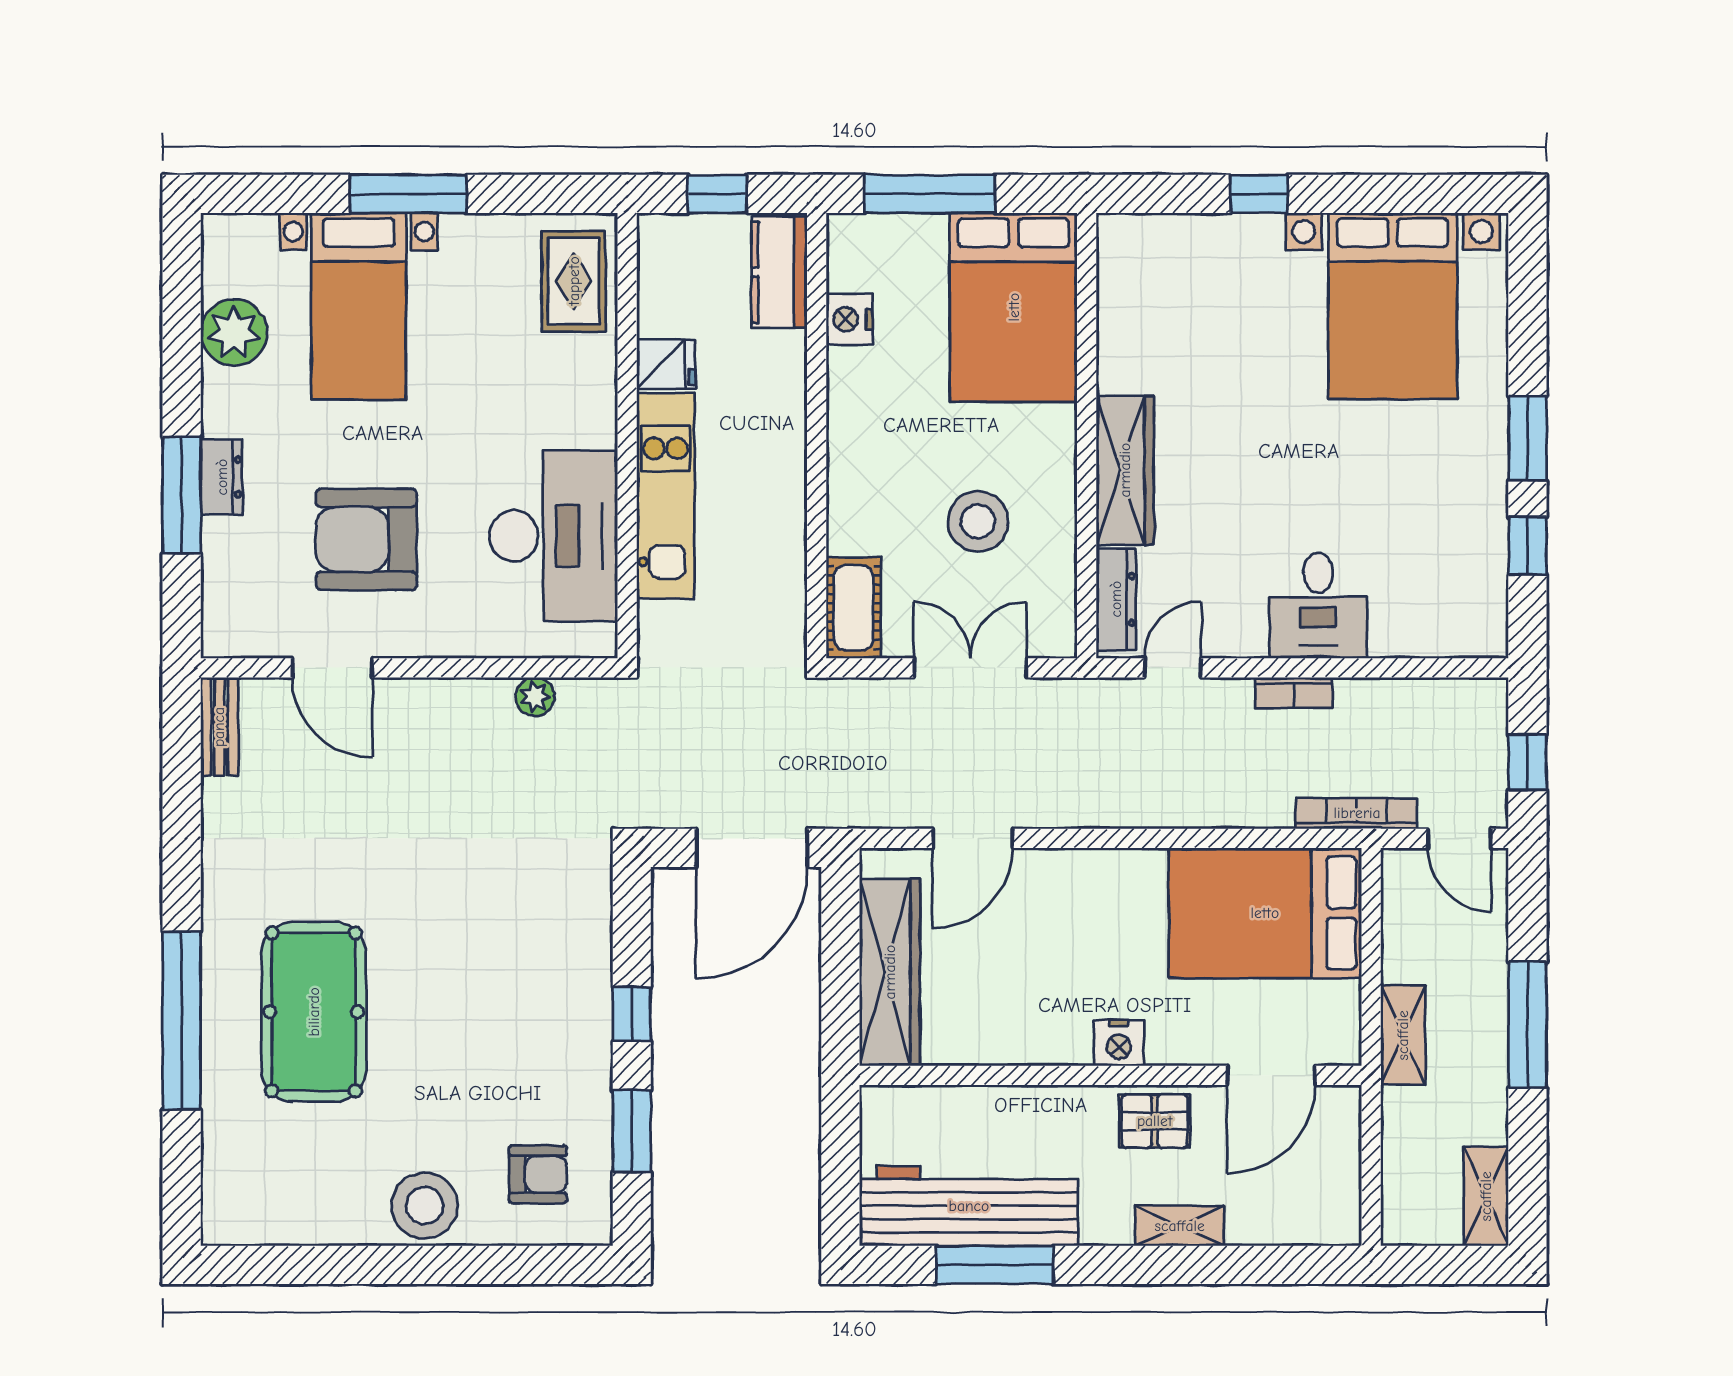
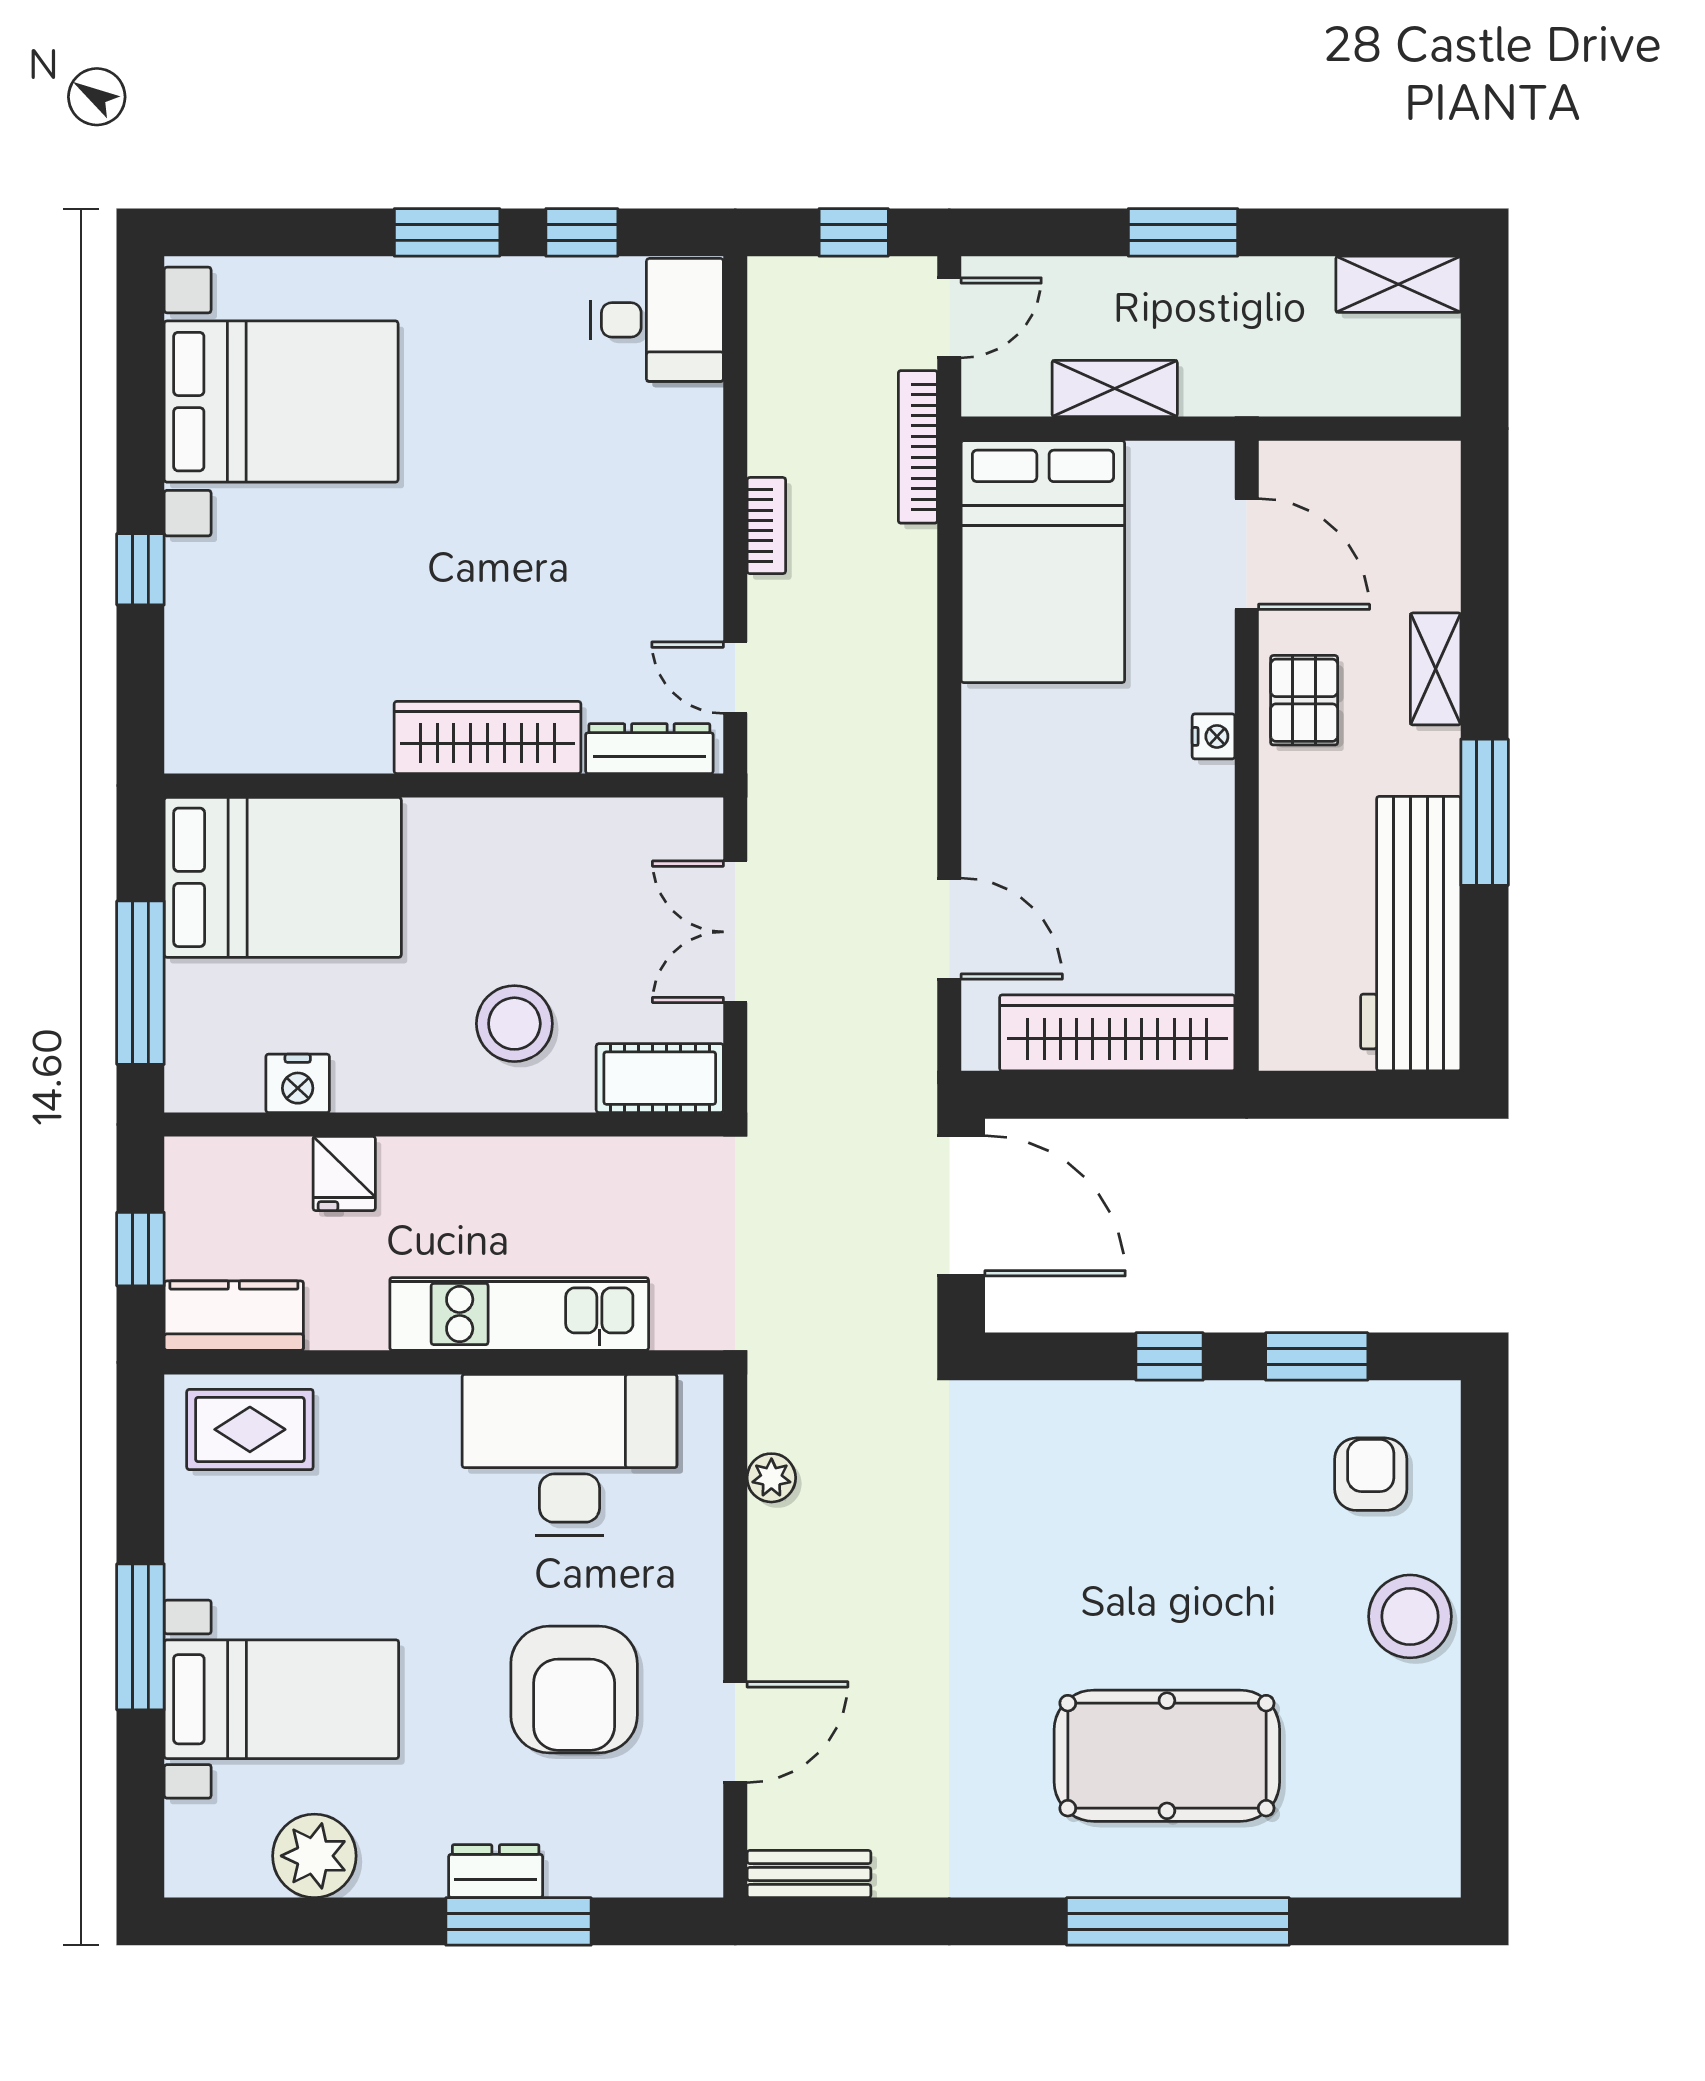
kitchen counter: (779, 272) -> (234, 1316), moved, turned 180
fridge: (666, 364) -> (344, 1173), moved, turned 180
stool: (978, 521) -> (514, 1024), moved
desk: (1318, 606) -> (657, 320), moved
window: (1527, 1025) -> (1183, 232), width x0.69
shelving: (1403, 1035) -> (1115, 389), moved
nightstand: (1119, 1043) -> (1214, 736), width x0.72, depth x0.74
window: (995, 1265) -> (1485, 812), moved

